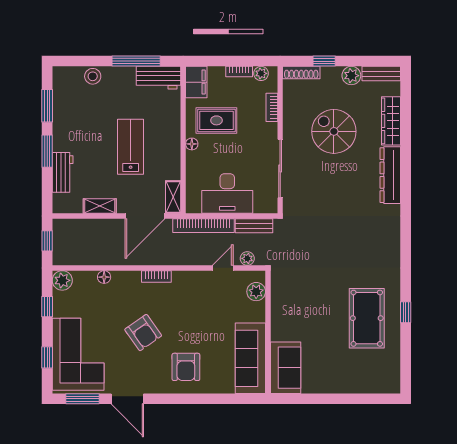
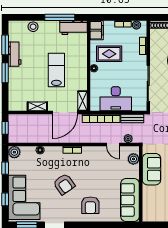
workbench: (63, 172) -> (15, 54), moved
door: (223, 268) -> (113, 144), swing flipped
sofa: (286, 368) -> (152, 169), moved

